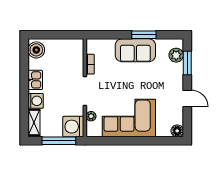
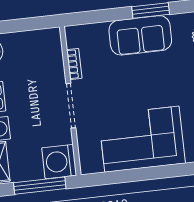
plant: (91, 116) -> (84, 143), removed

